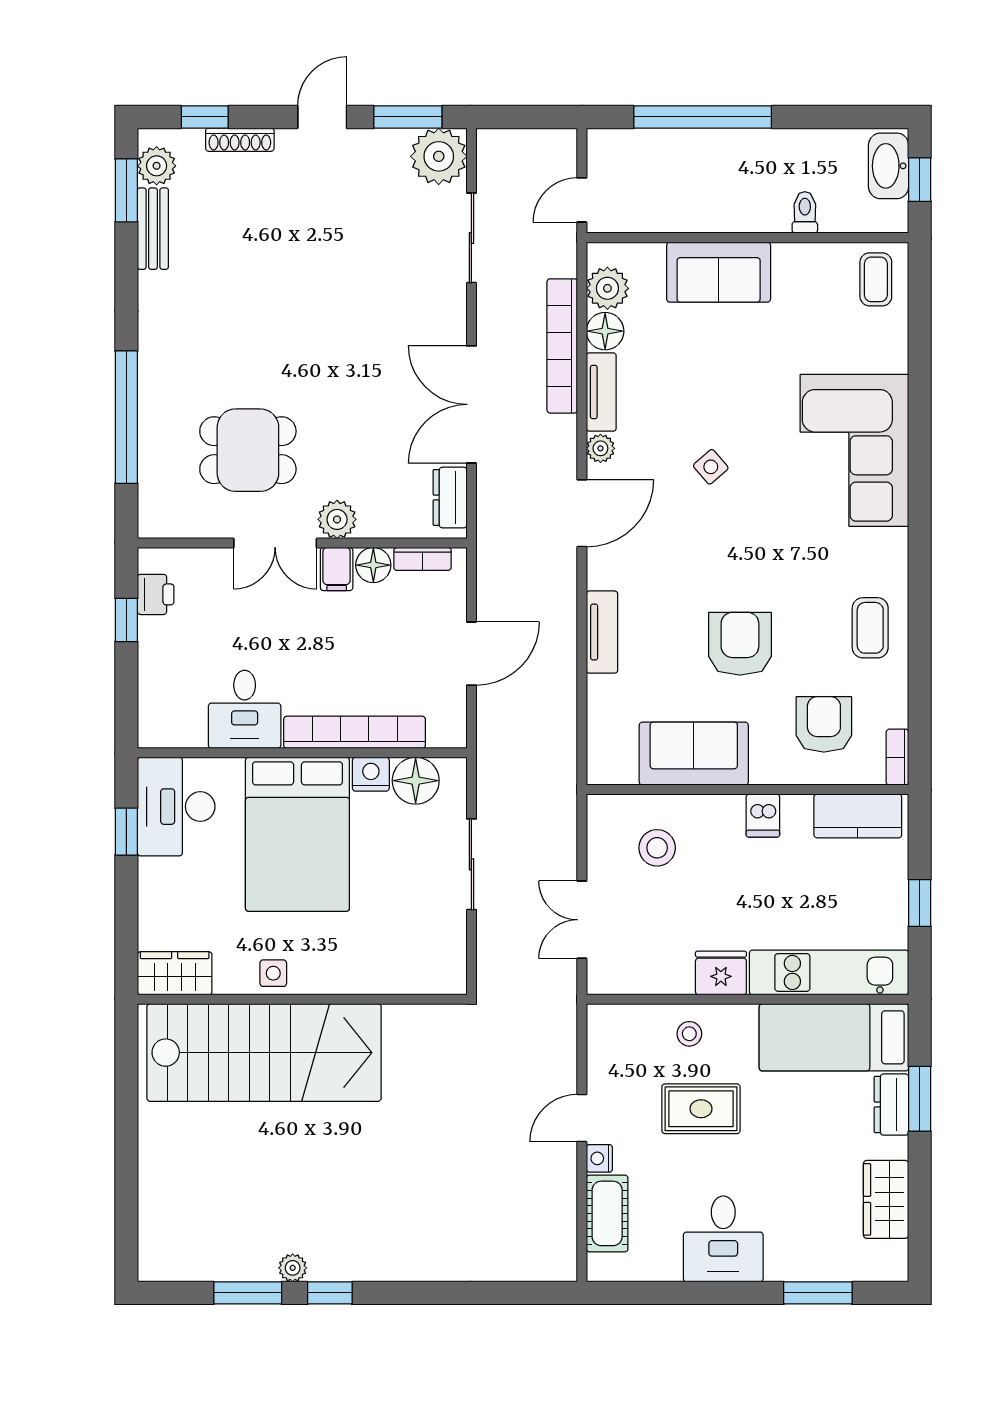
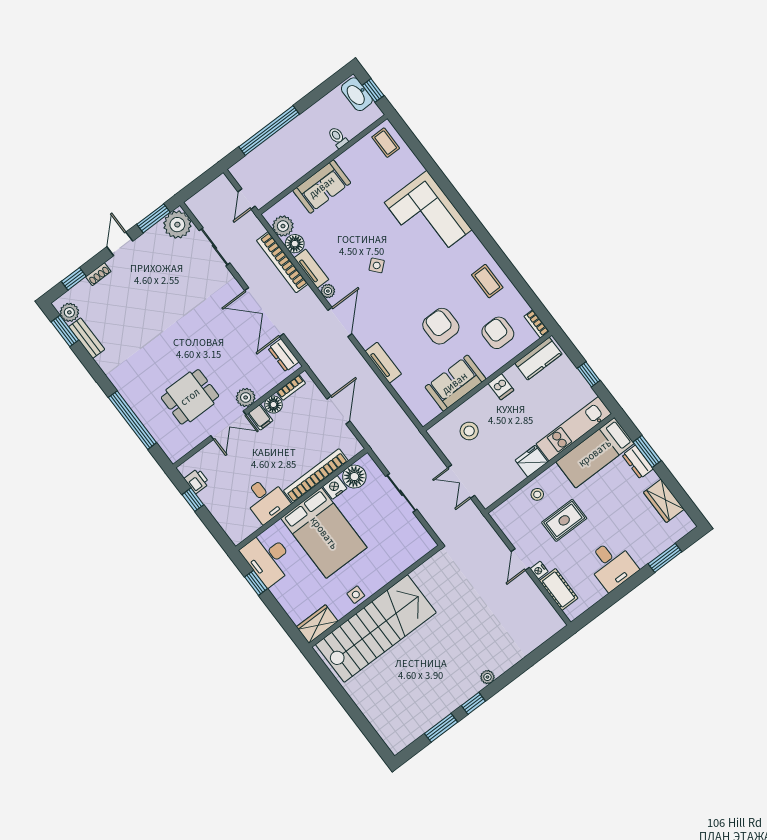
shoe rack: (240, 140) -> (98, 274), width x0.70
plant: (293, 1268) -> (487, 677), moved

